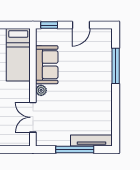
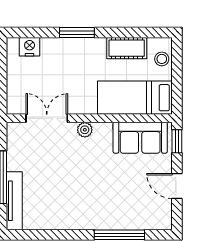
sofa: (47, 65) -> (140, 138), moved

